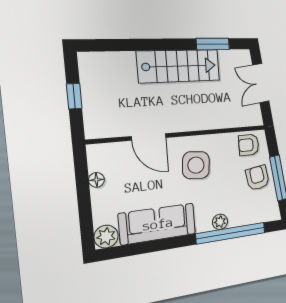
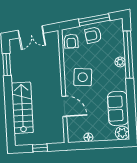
stairs: (179, 66) -> (22, 108), moved
door: (149, 137) -> (64, 106), hinge flipped
sofa: (158, 224) -> (118, 108), width x0.73

